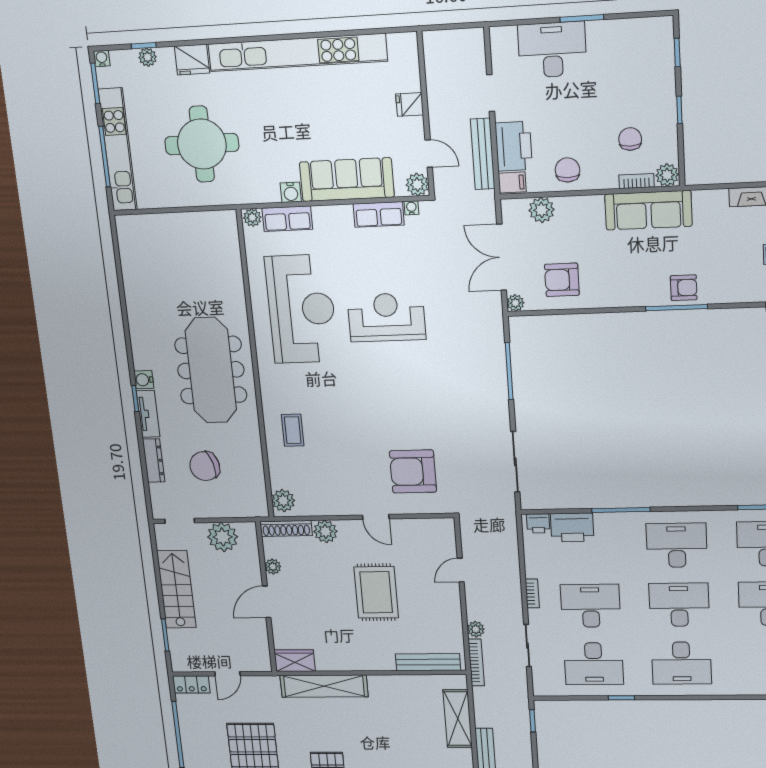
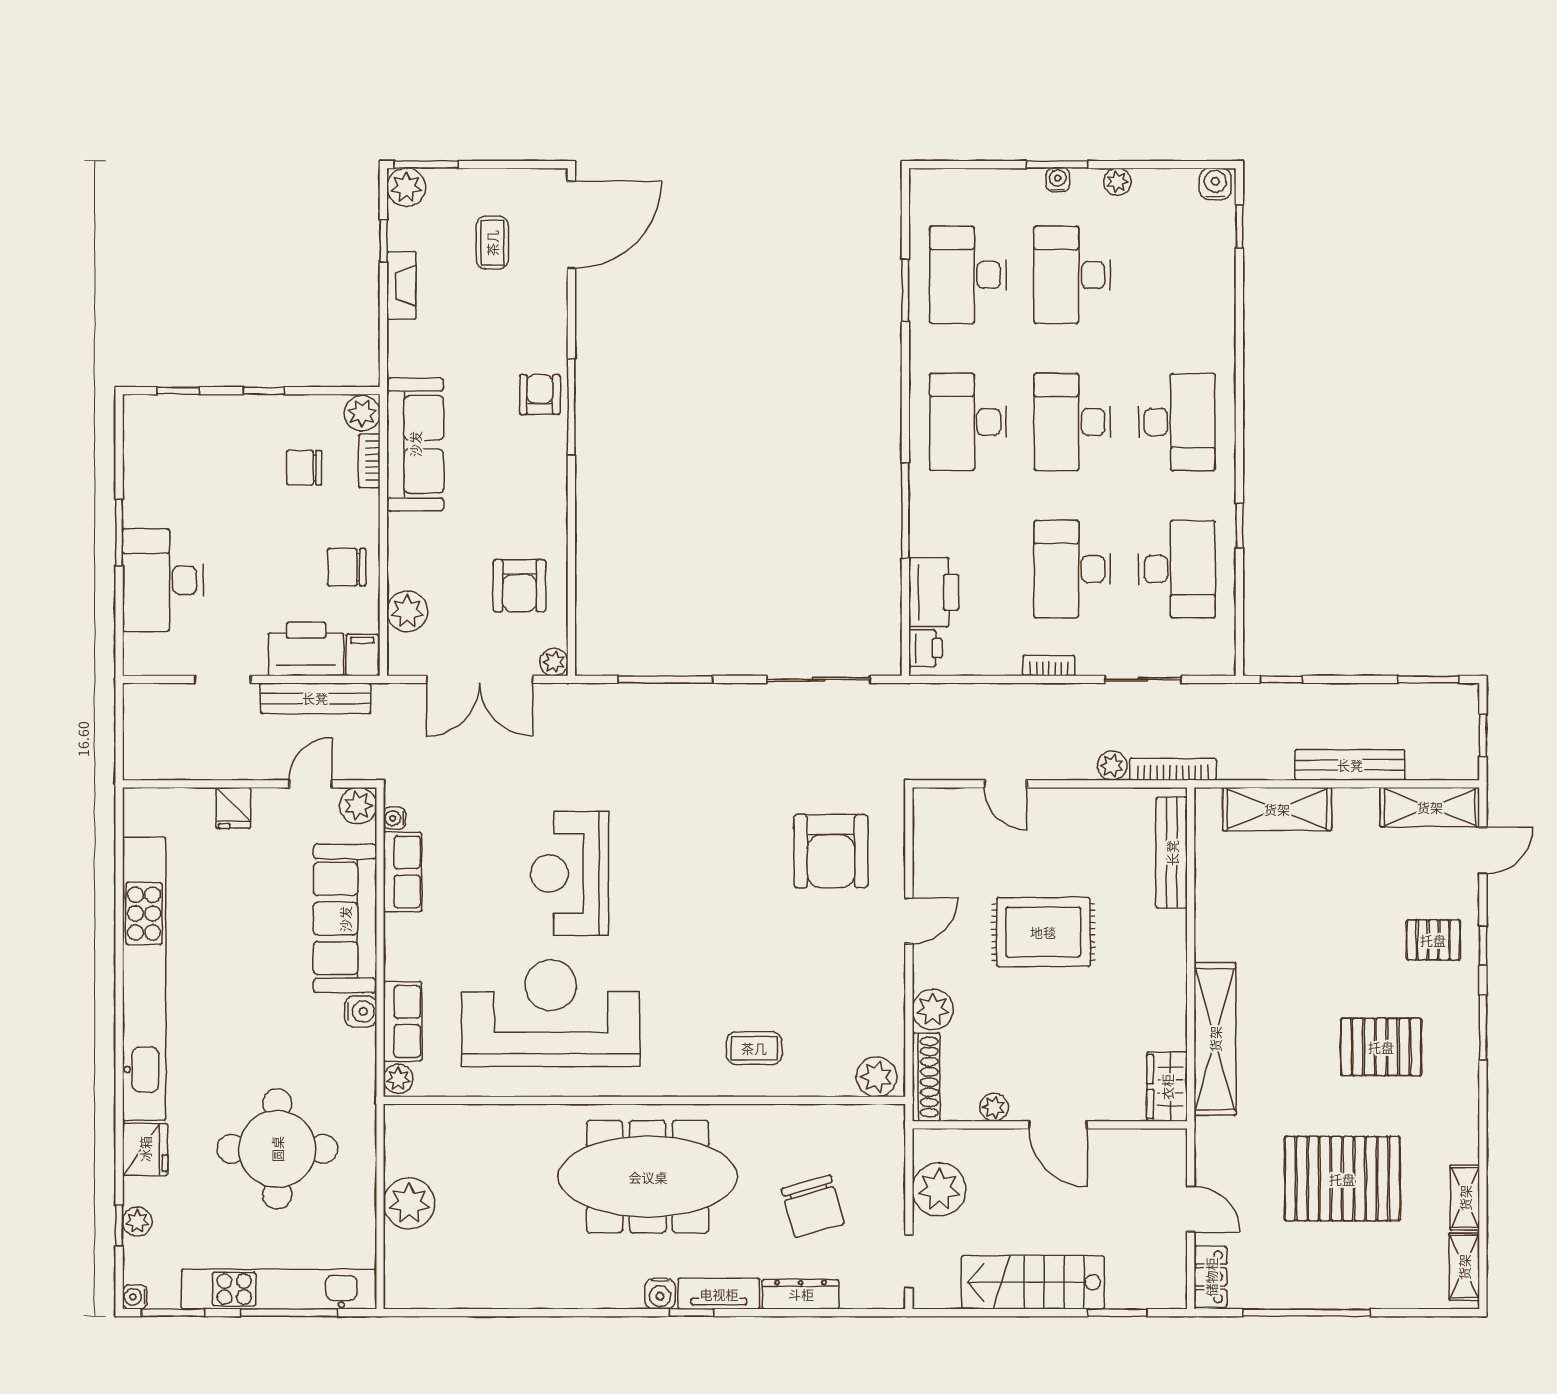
plant: (179, 228) -> (409, 1203), added

